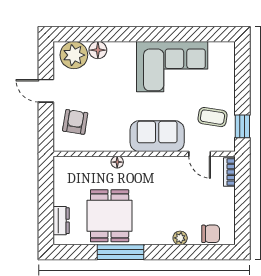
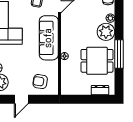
sofa: (157, 136) -> (49, 38), width x1.36
plant: (157, 231) -> (106, 32), added

